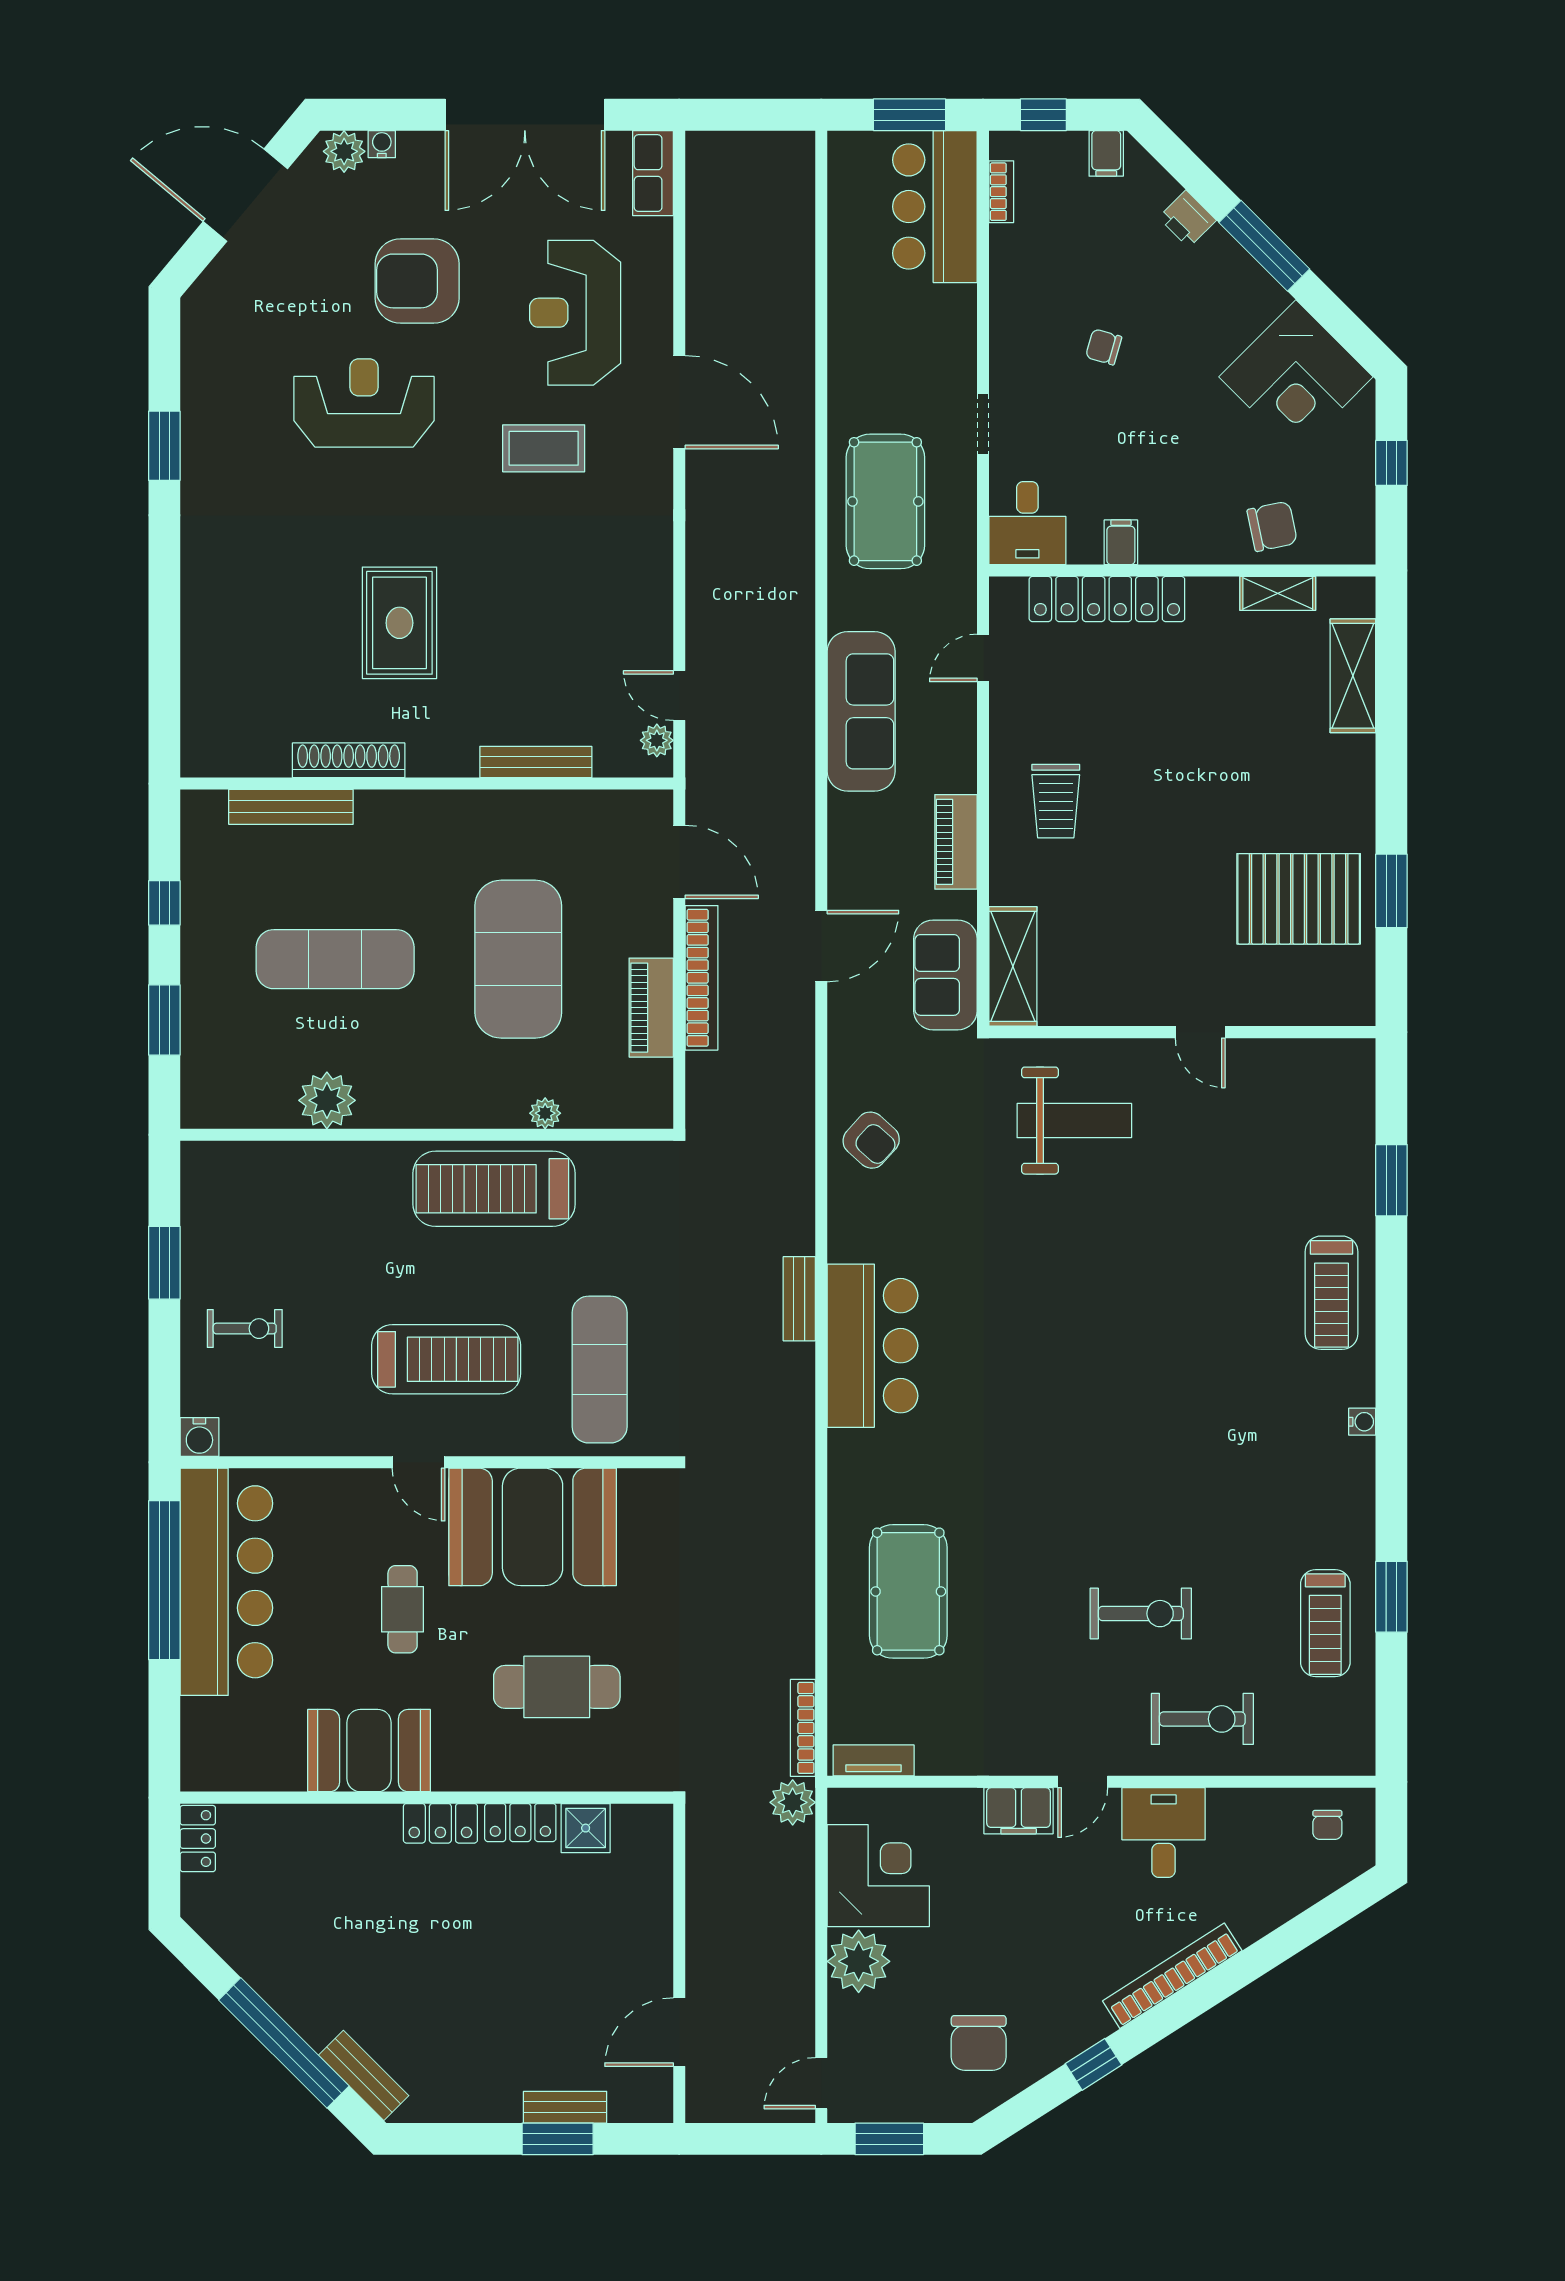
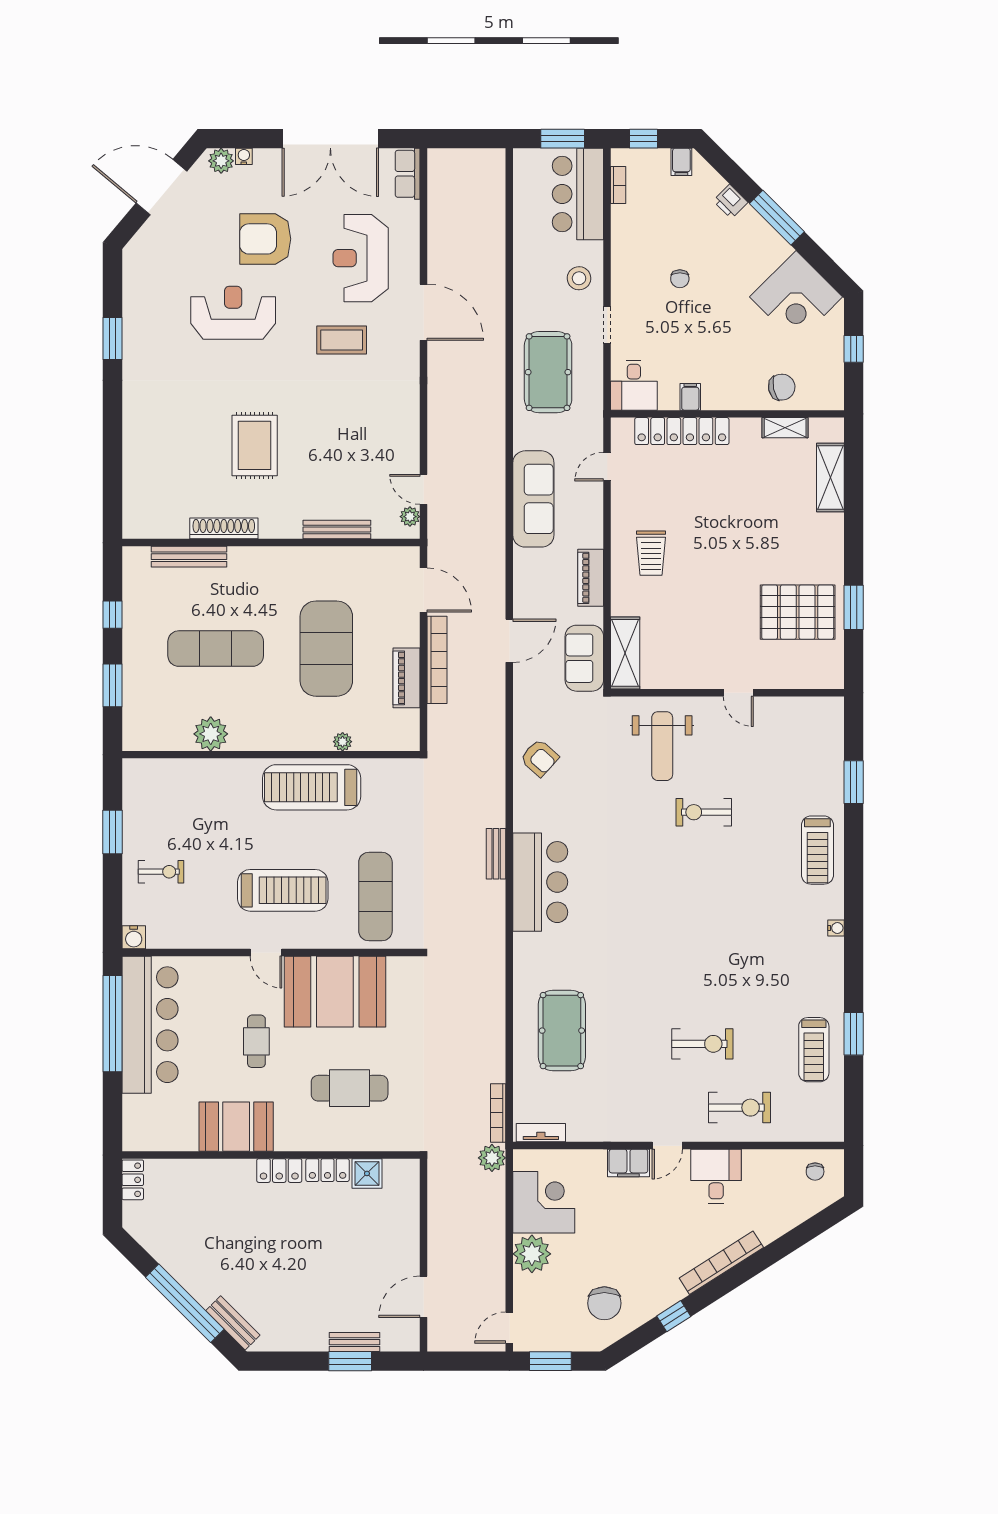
stool: (937, 346) -> (579, 278), added
chair: (1104, 347) -> (680, 279), turned -106
weight bench: (1074, 1121) -> (662, 746), turned 90
exercise bike: (1143, 1230) -> (704, 812), added

